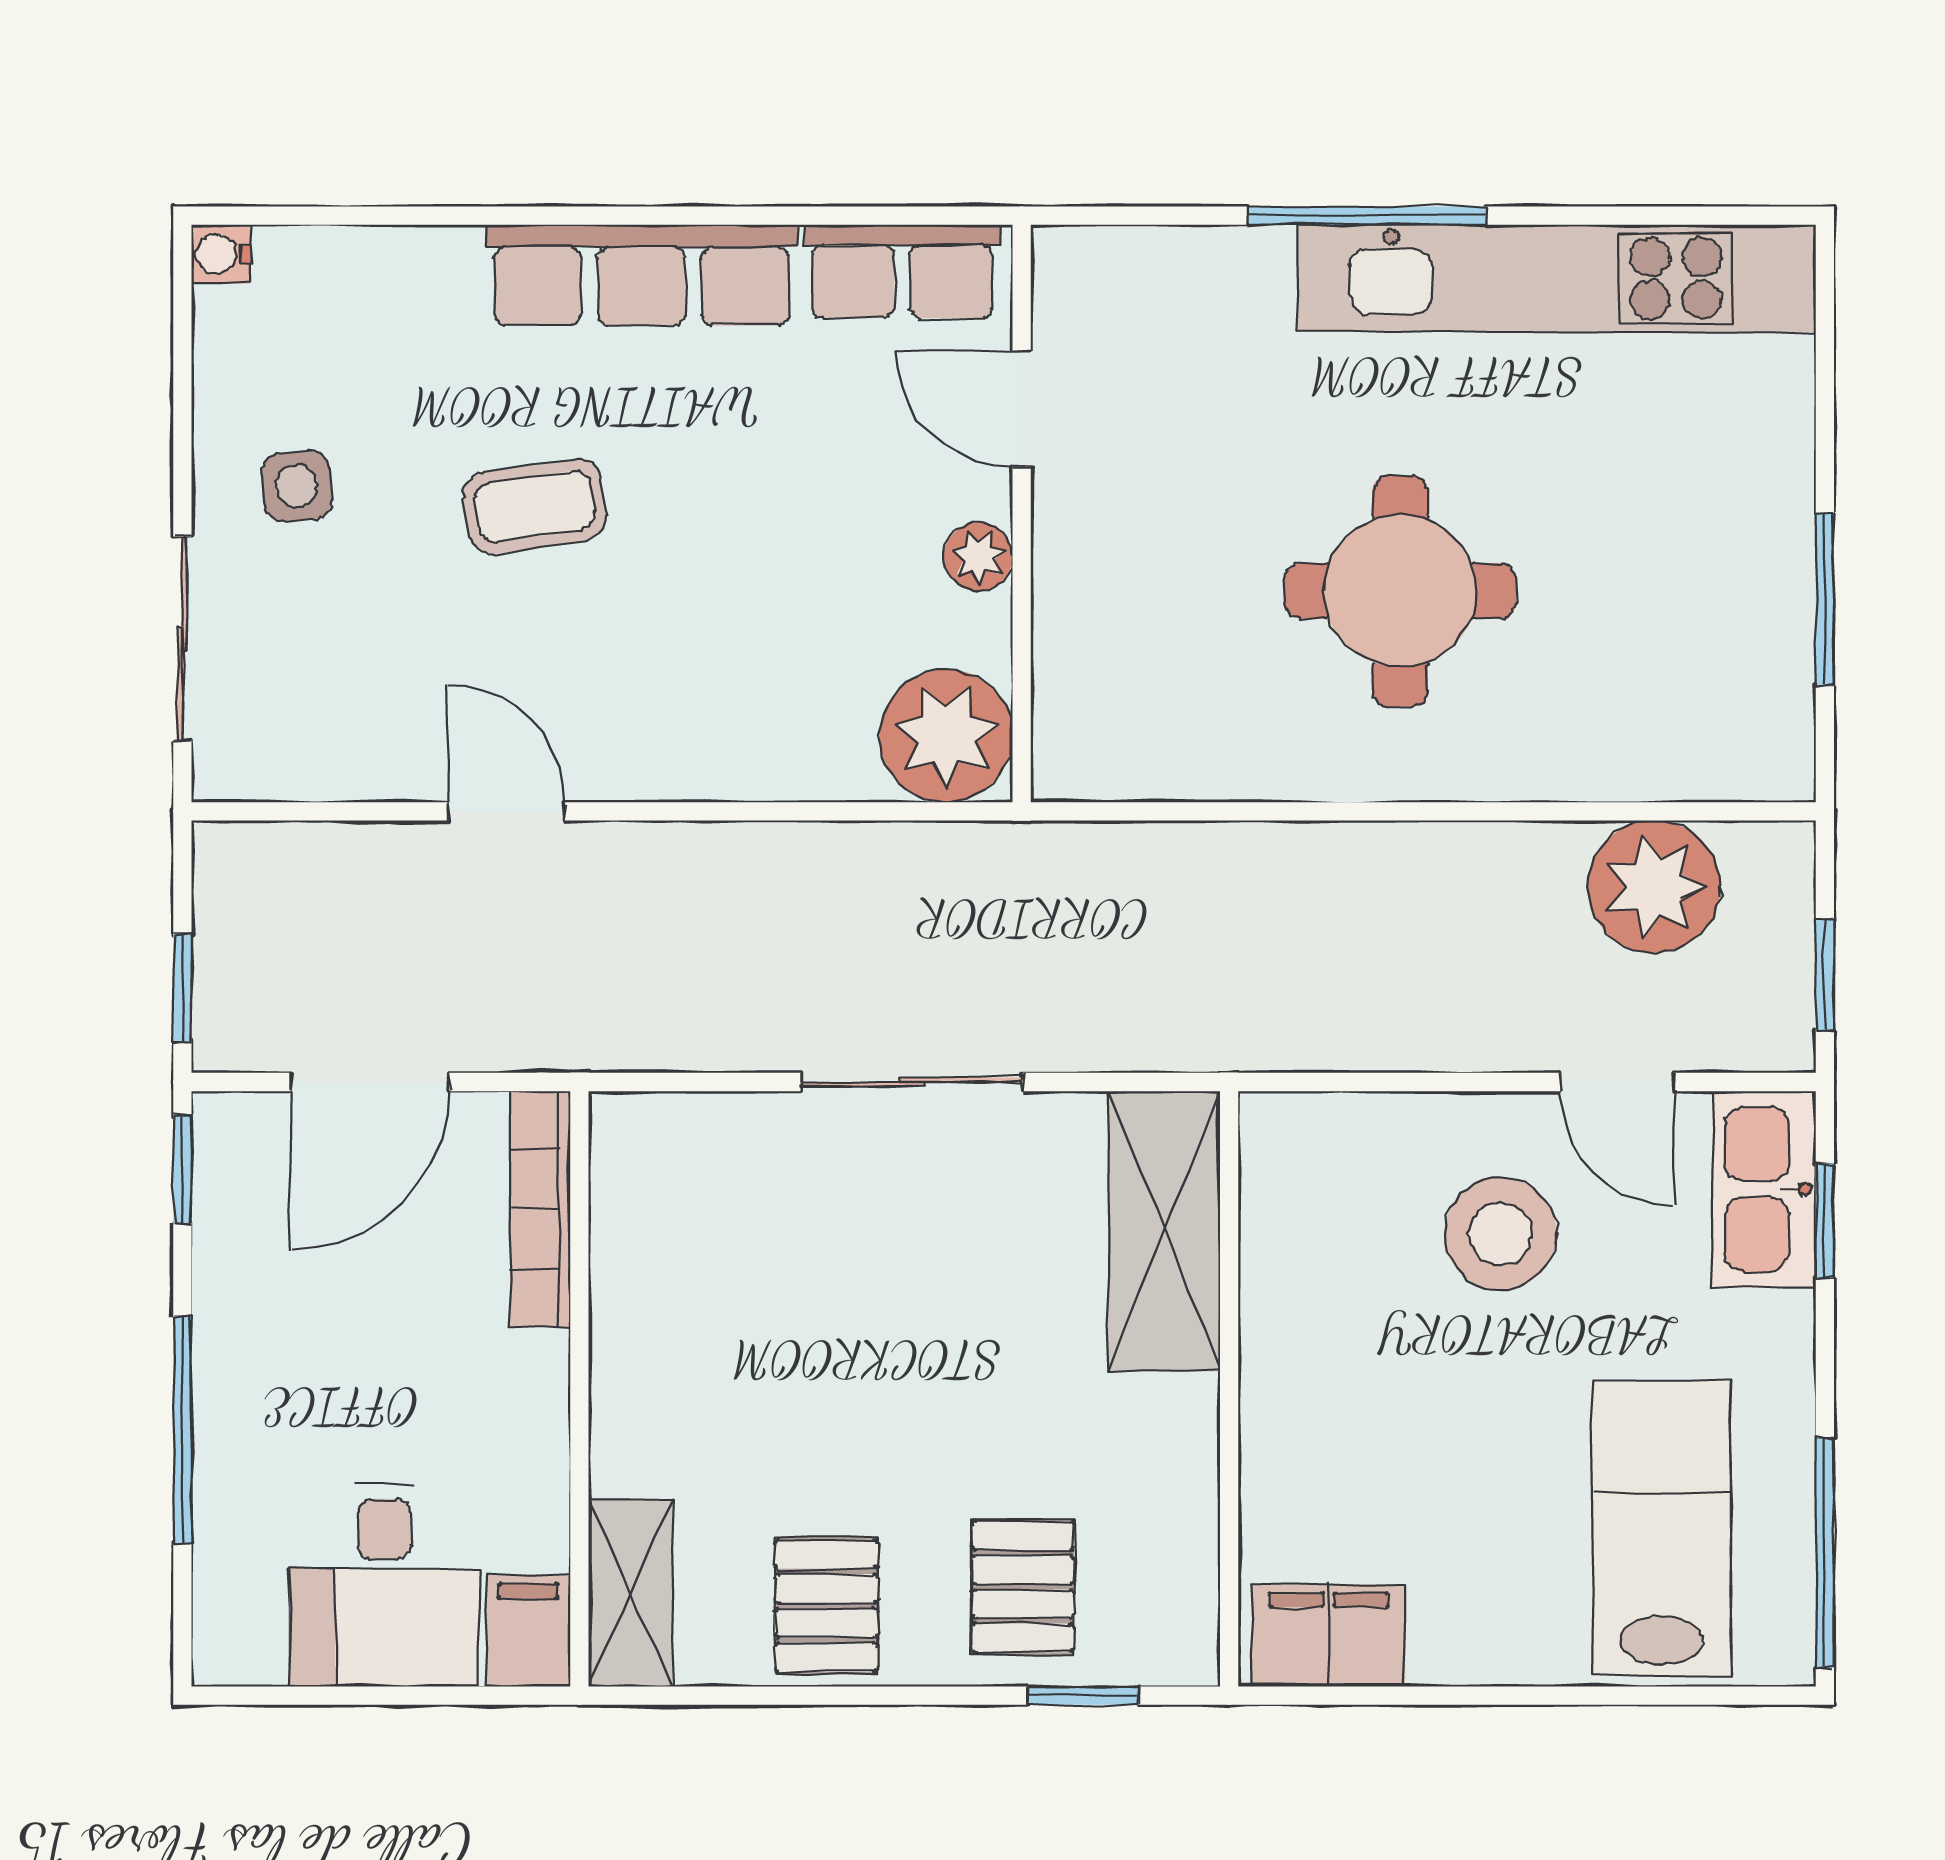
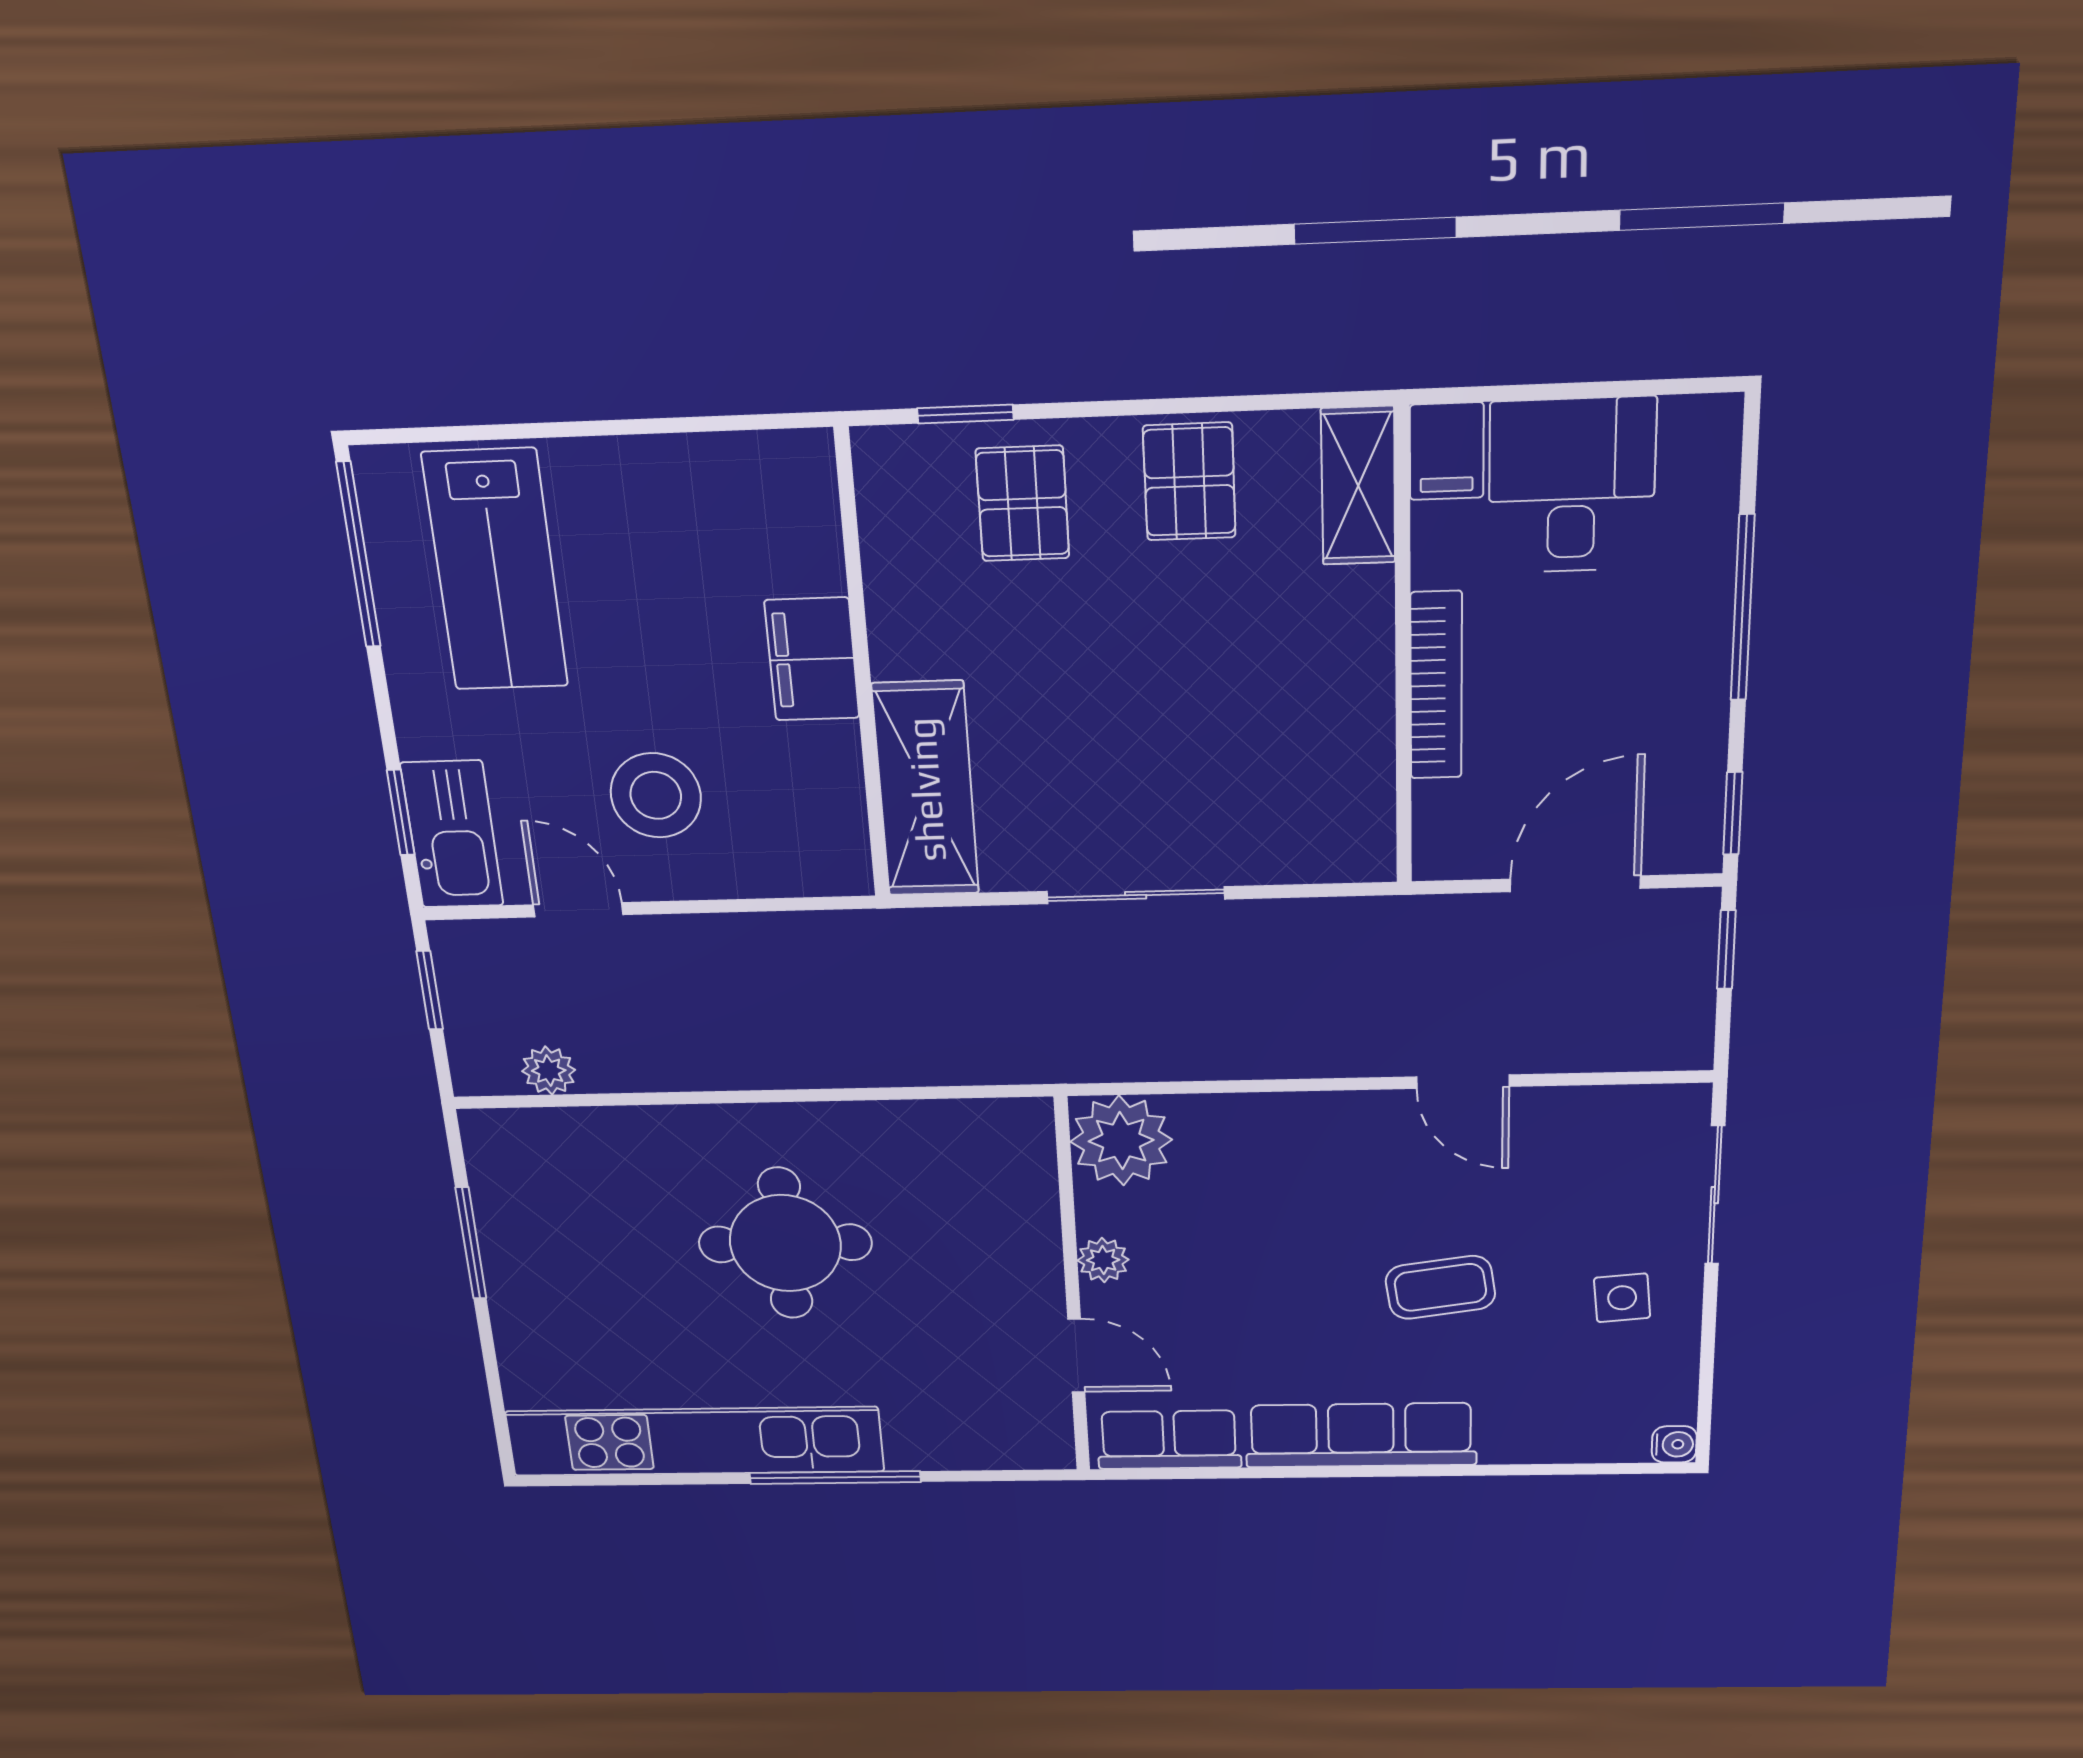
plant: (1654, 887) -> (549, 1071), width x0.53, depth x0.53
bookcase: (540, 1209) -> (1436, 686), moved
filing cabinet: (1329, 1636) -> (812, 659), moved, turned 90

